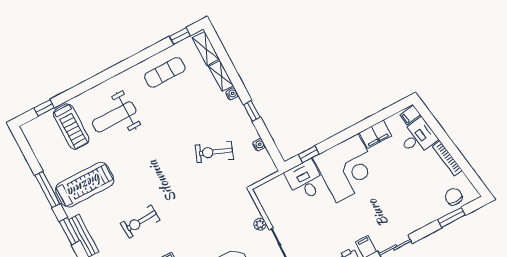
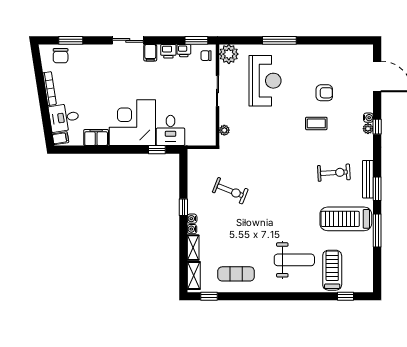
water cooler: (259, 145) -> (192, 219), moved
exercise bike: (140, 221) -> (334, 173), moved
plant: (260, 224) -> (224, 130), moved

